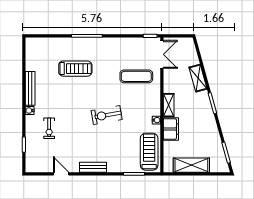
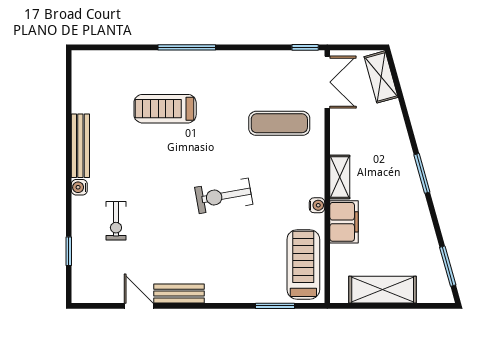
treadmill: (75, 69) -> (165, 109), turned 180
shelving: (198, 78) -> (381, 77), moved
bench: (93, 167) -> (179, 294), moved

